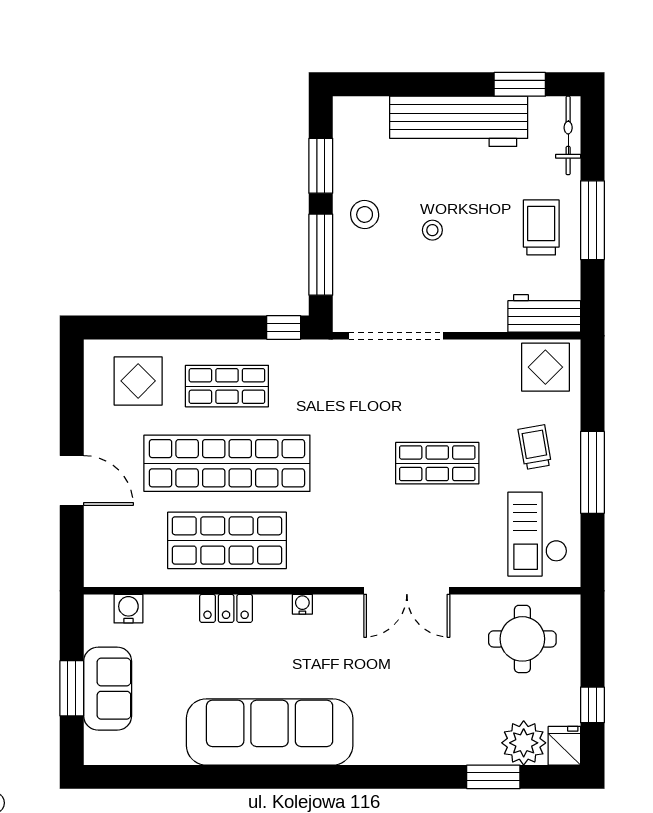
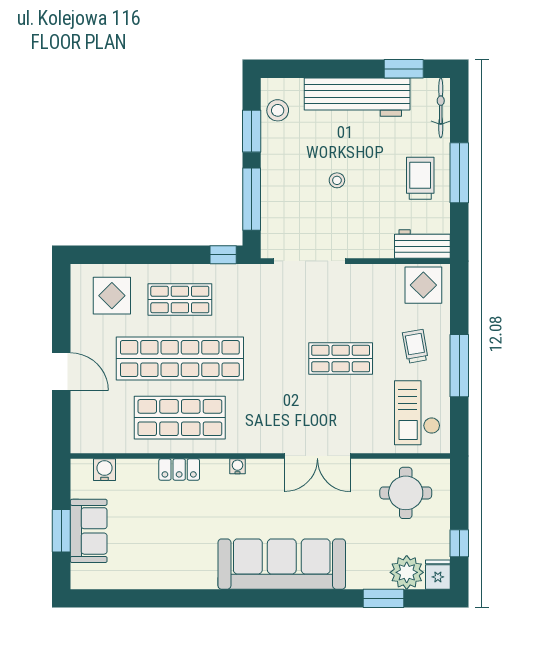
stool: (365, 214) -> (278, 110), moved
sofa: (270, 732) -> (282, 564), moved

